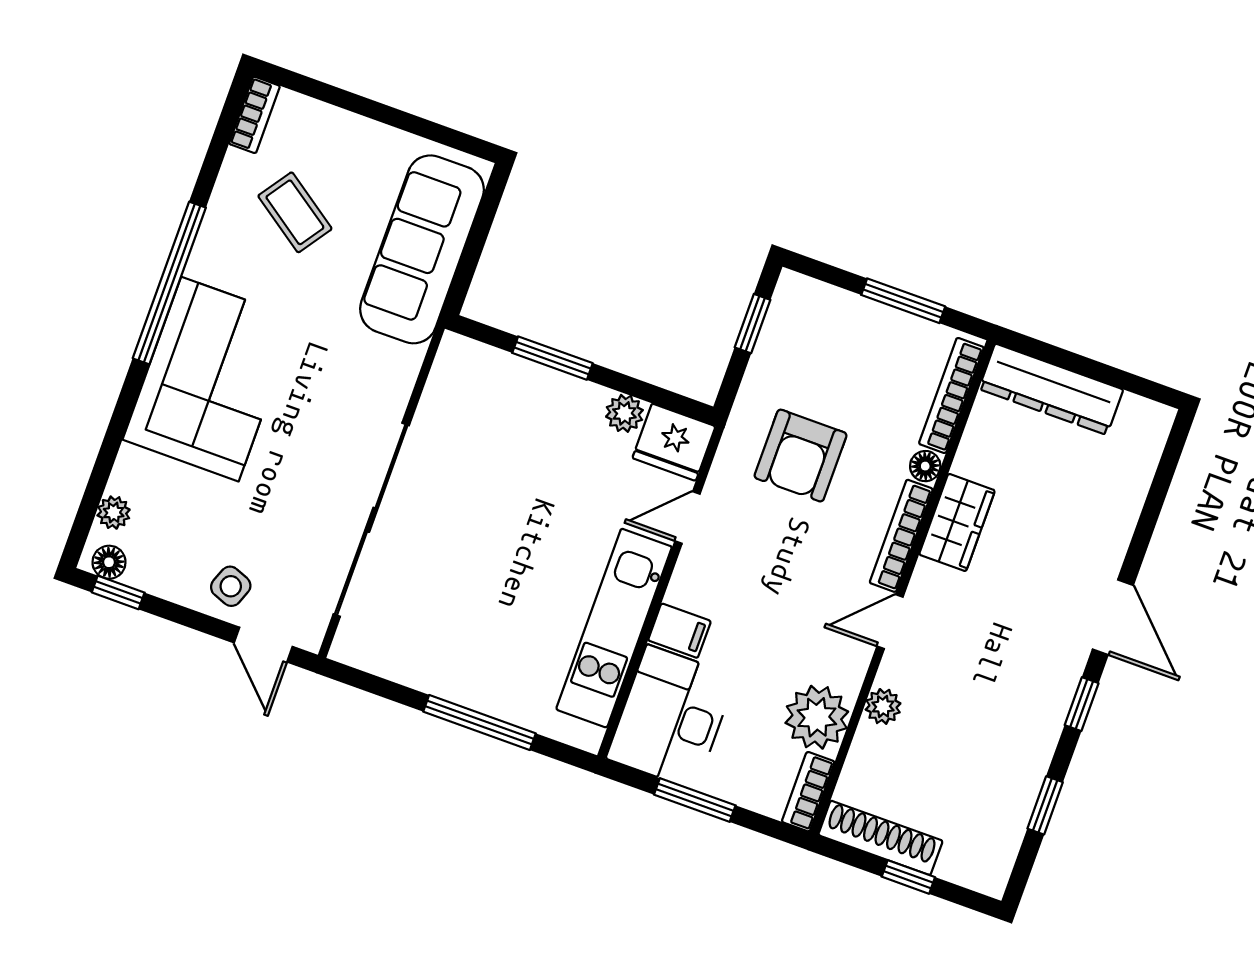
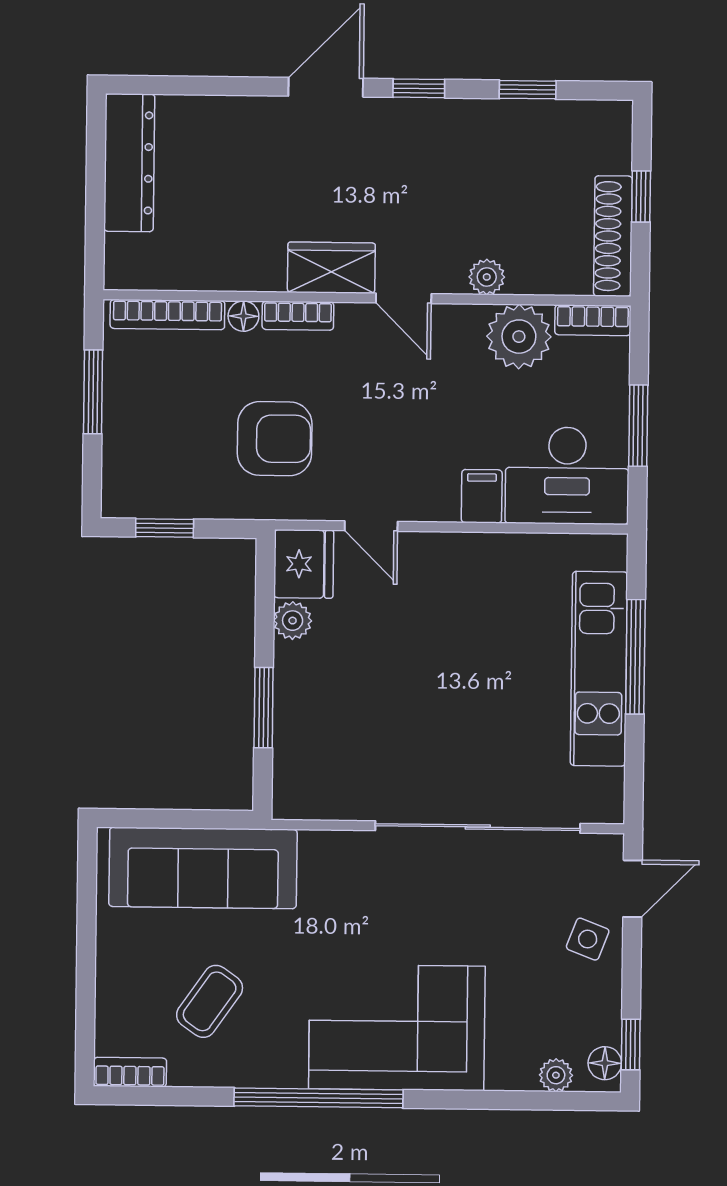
dresser: (1051, 389) -> (129, 163), moved
wardrobe: (957, 522) -> (331, 268), moved
bookcase: (901, 536) -> (298, 316), width x0.64
kitchen unit: (614, 628) -> (599, 669), moved, turned 90

